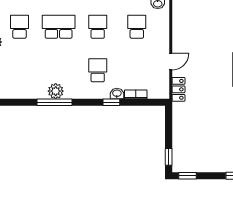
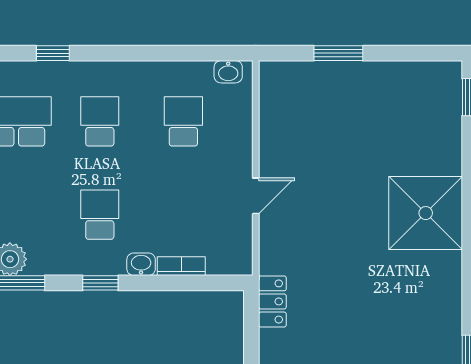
locker: (178, 89) -> (272, 301), moved
window: (111, 102) -> (100, 283), moved

